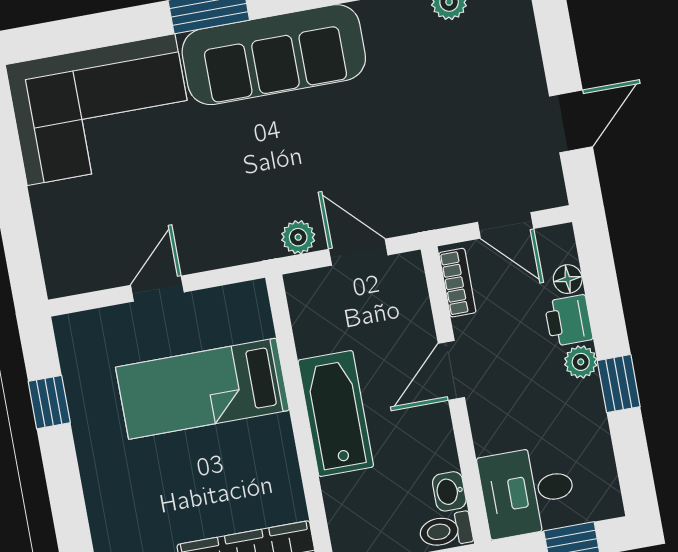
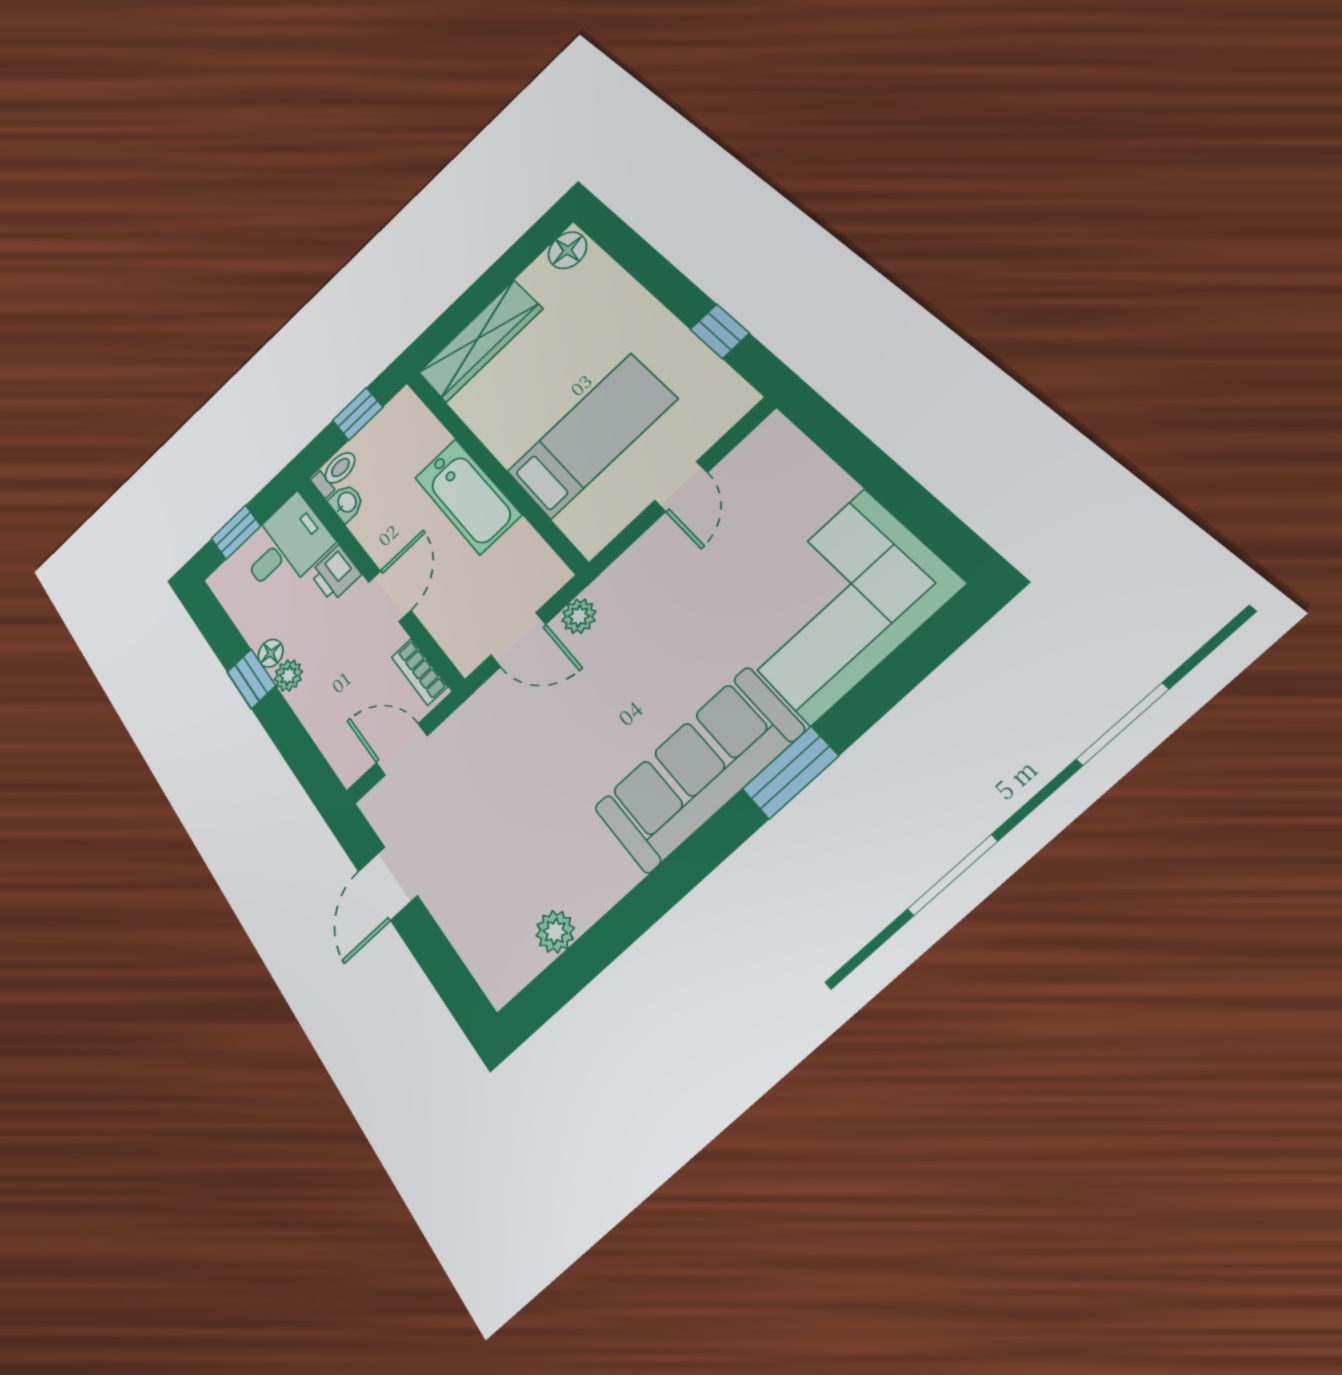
floor lamp: (568, 279) -> (271, 653), moved
printer: (569, 321) -> (335, 574), moved, turned 180

